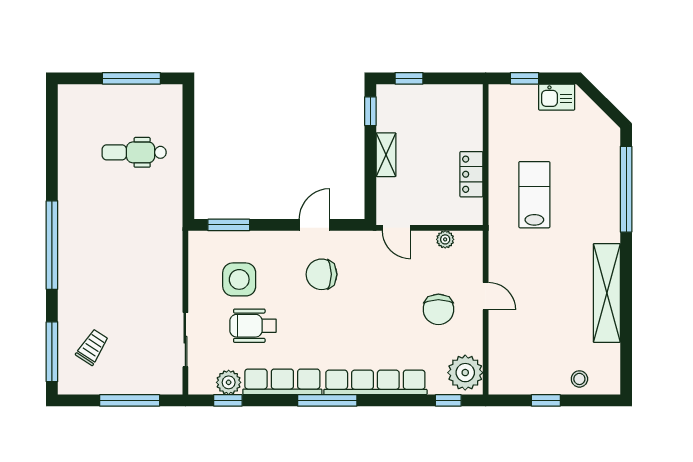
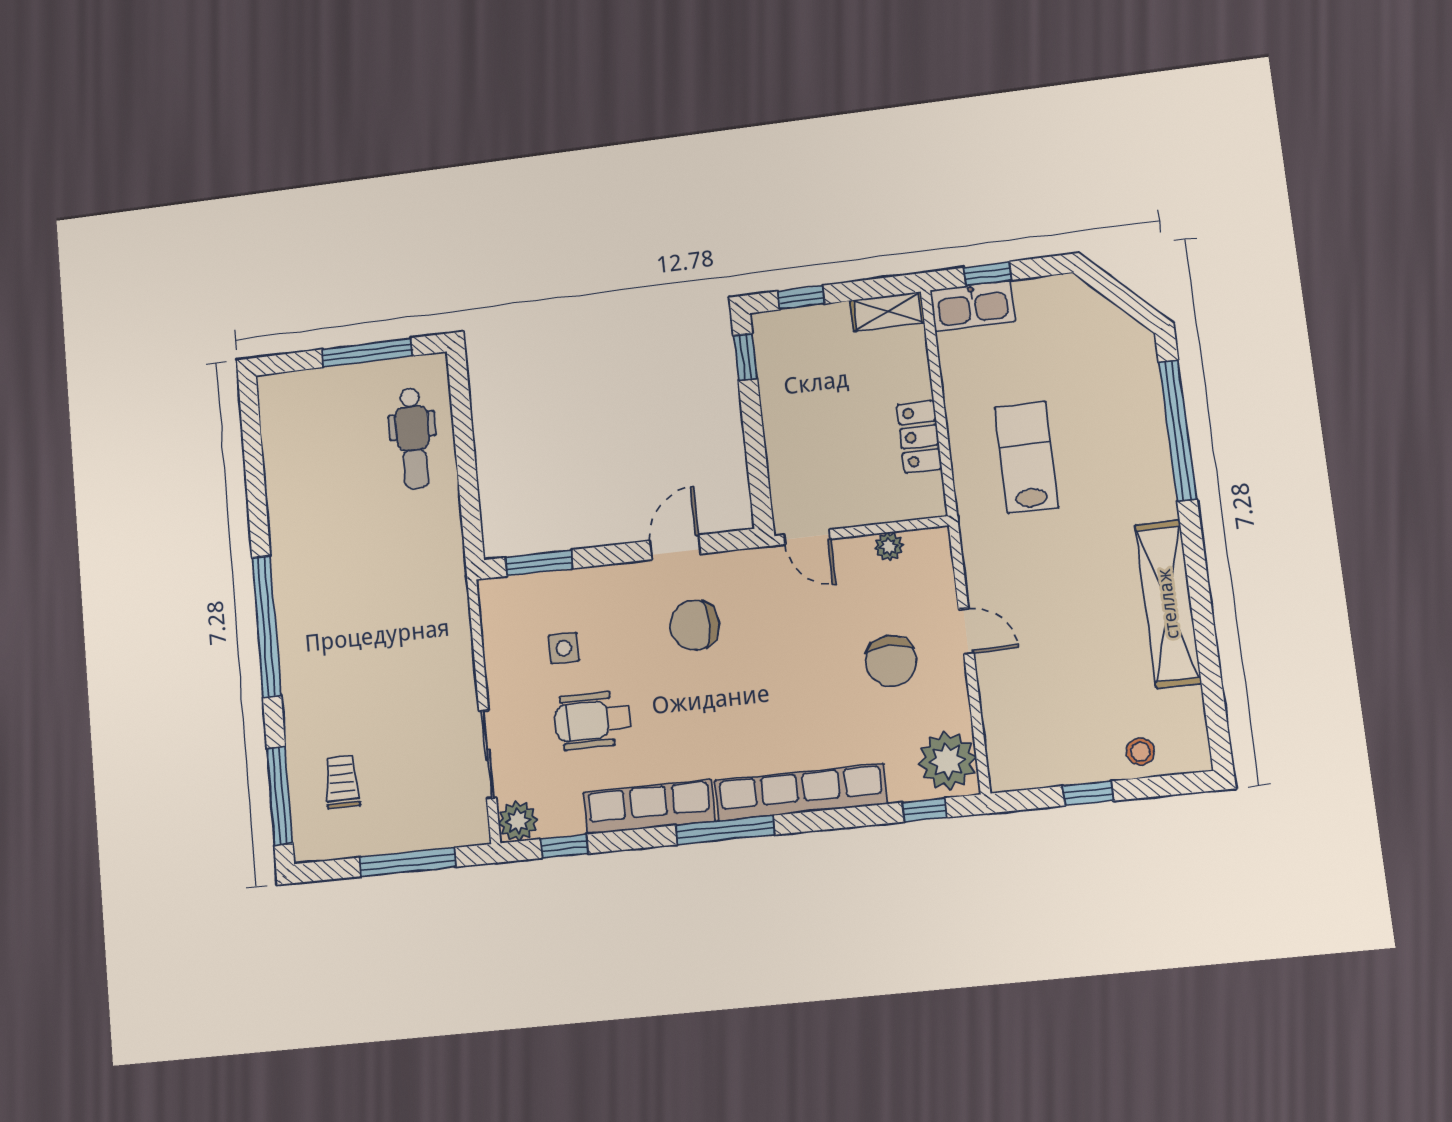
kitchen sink: (557, 97) -> (972, 306), moved, width x1.38
dental chair: (134, 152) -> (413, 438), moved, turned -90
shelving: (386, 155) -> (887, 311), moved, turned 90
side table: (239, 279) -> (564, 648), width x0.54, depth x0.54
trolley: (92, 347) -> (342, 782), turned -33
plant: (229, 382) -> (518, 821), moved

